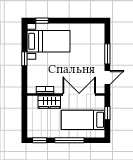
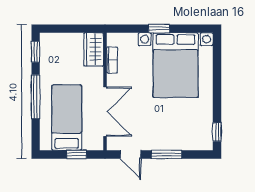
window: (42, 21) -> (217, 132), moved
bed with nightstands: (48, 41) -> (176, 65), width x1.36
wardrobe: (49, 102) -> (94, 49), moved

